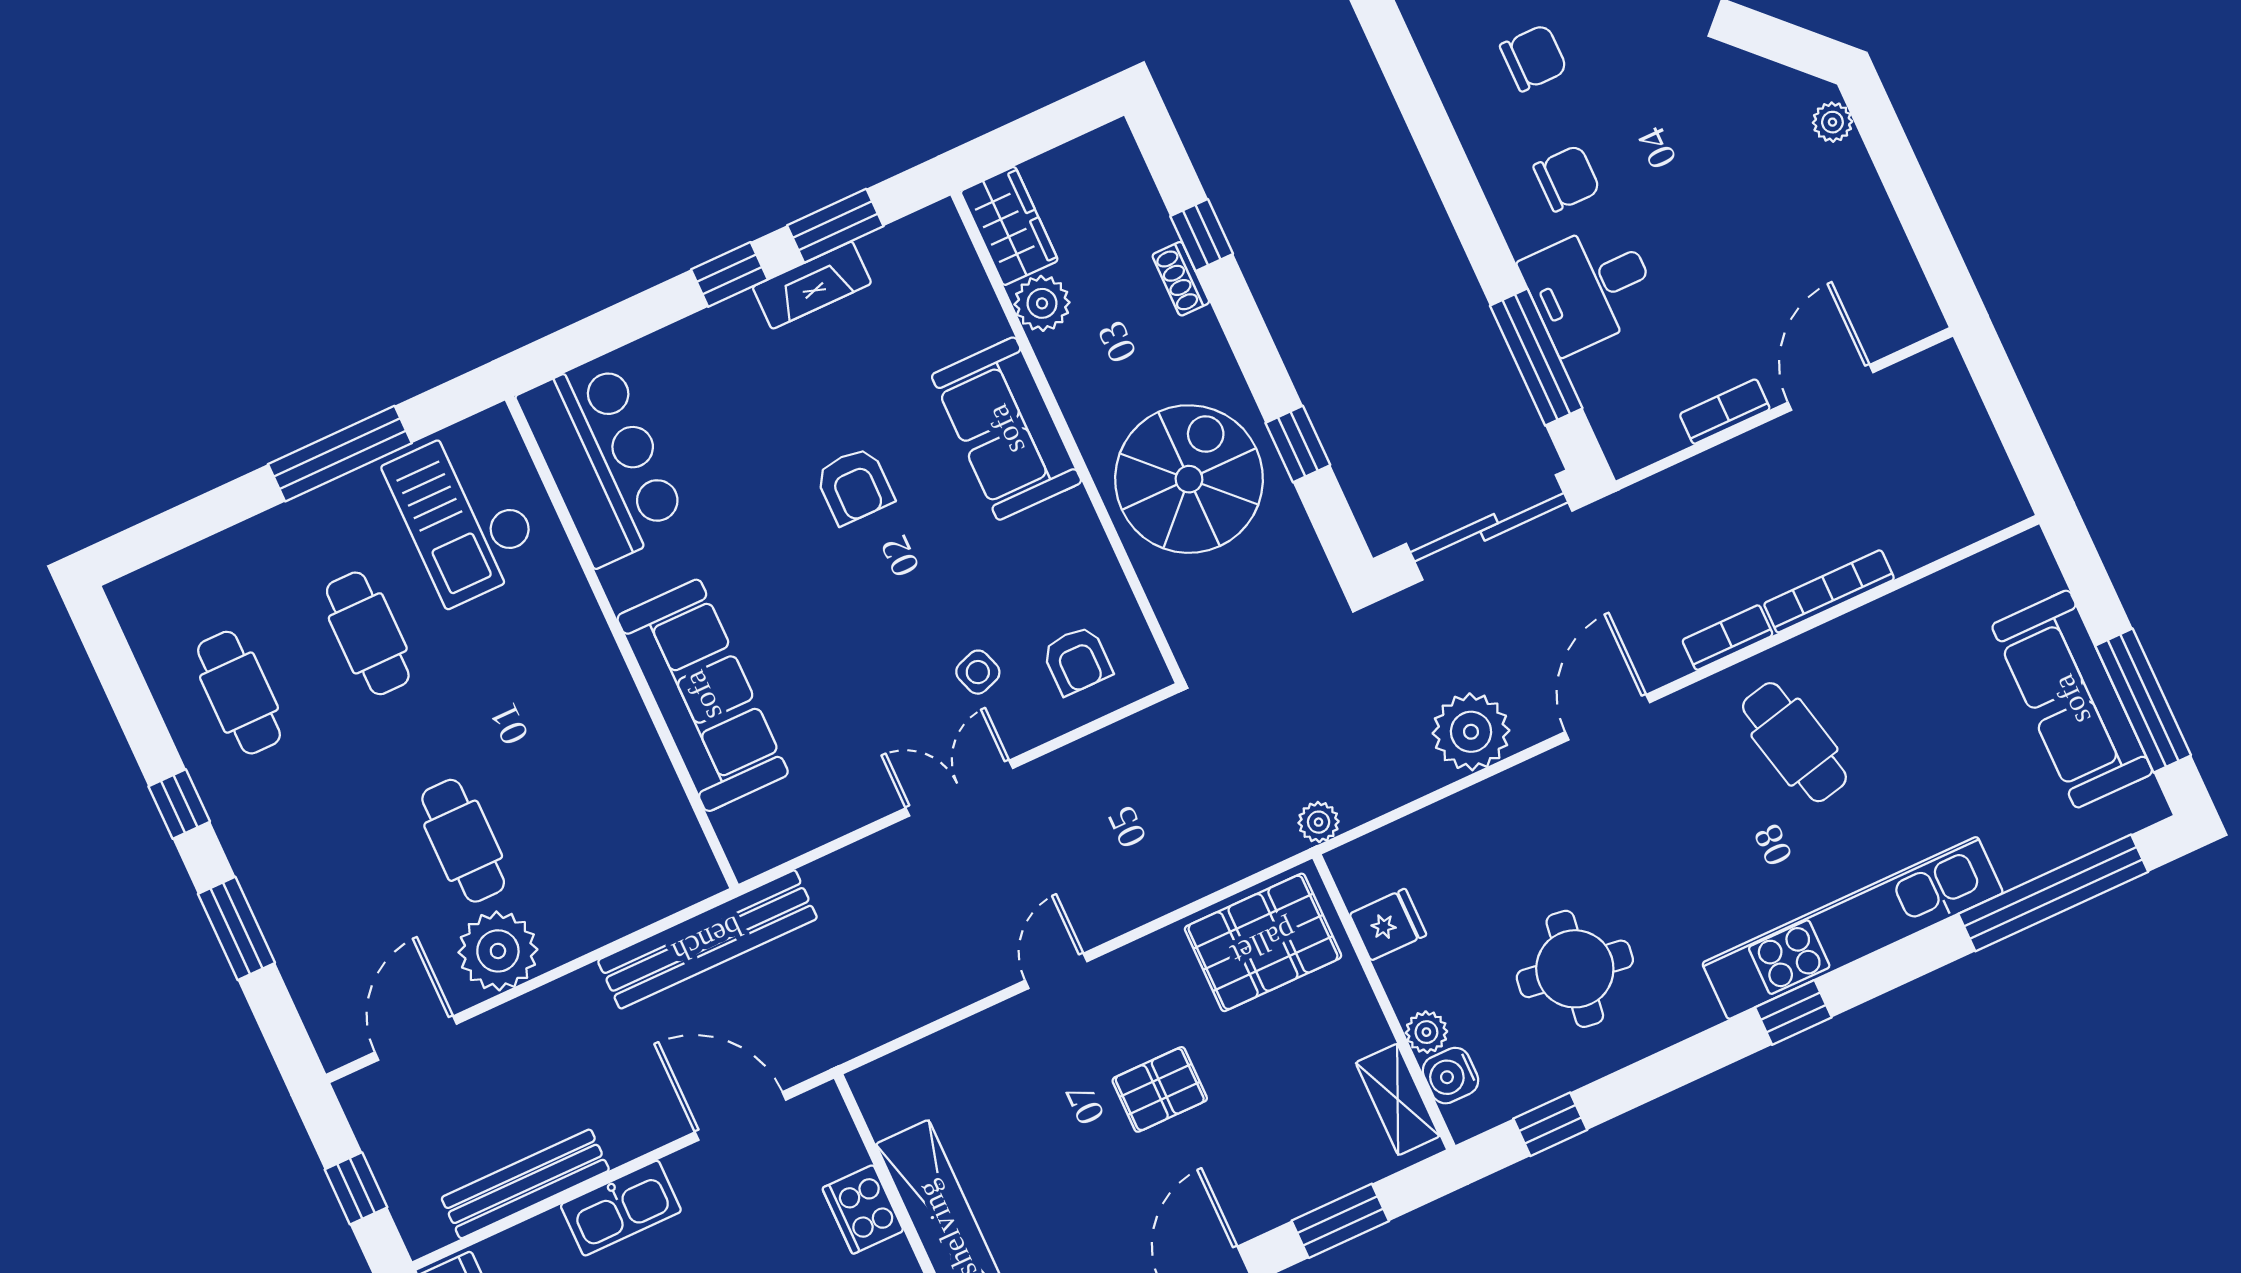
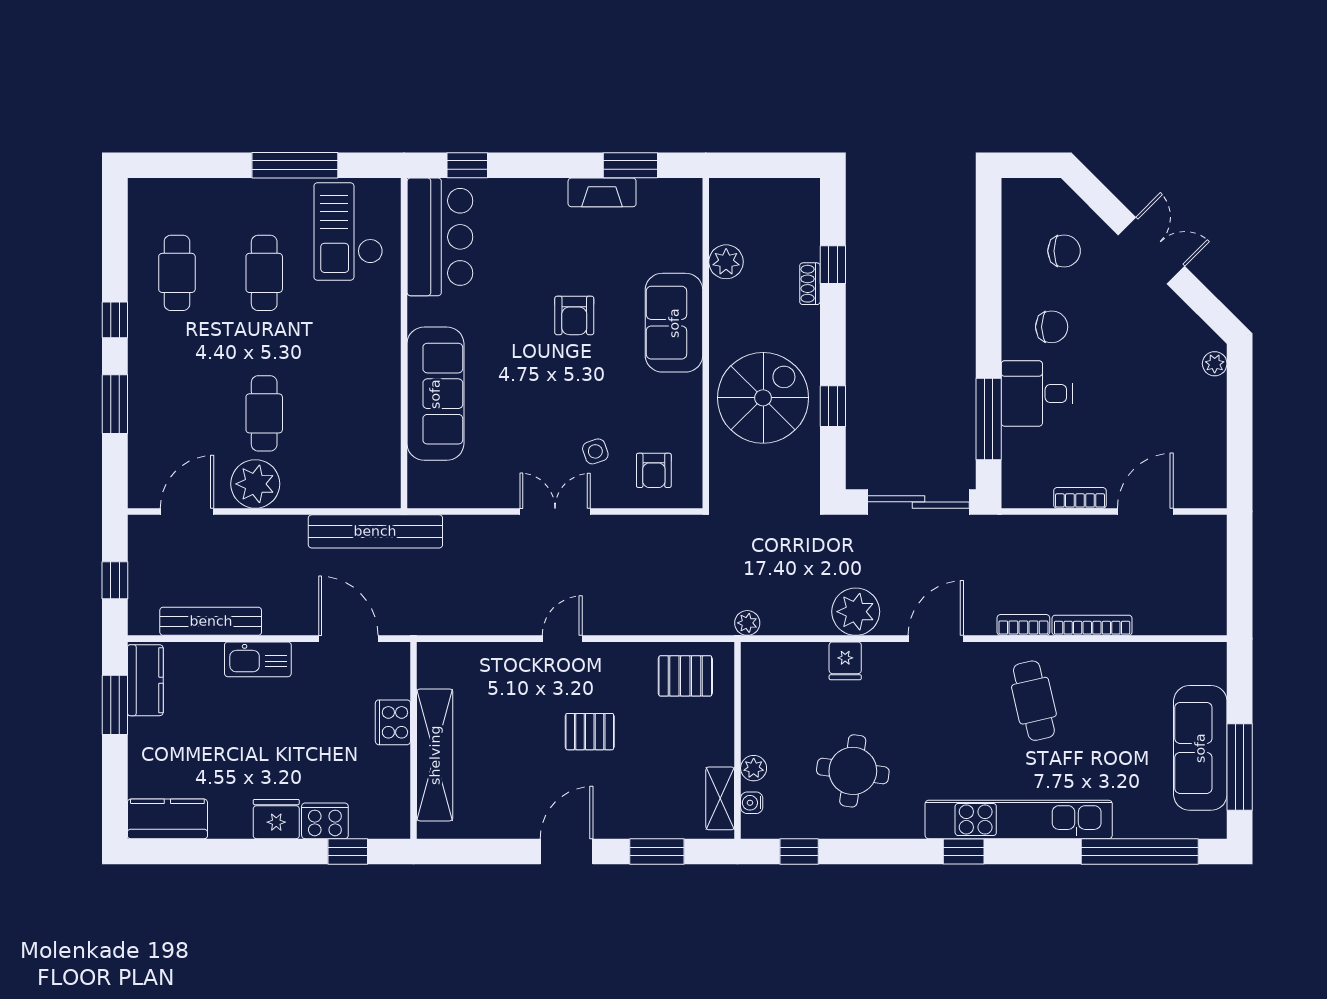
wardrobe: (1009, 226) -> (728, 210), removed
window: (729, 274) -> (467, 165), moved
fridge: (1388, 925) -> (845, 661), moved, turned 90
pallet: (1263, 942) -> (685, 676), width x0.67, depth x0.71
water cooler: (1450, 1076) -> (752, 803), width x0.72, depth x0.72

